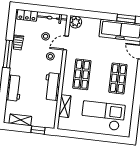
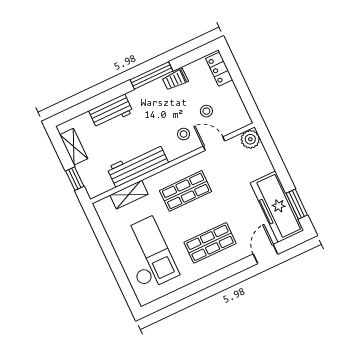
bicycle: (52, 18) -> (237, 105), removed
workbench: (52, 87) -> (138, 165), width x1.38

